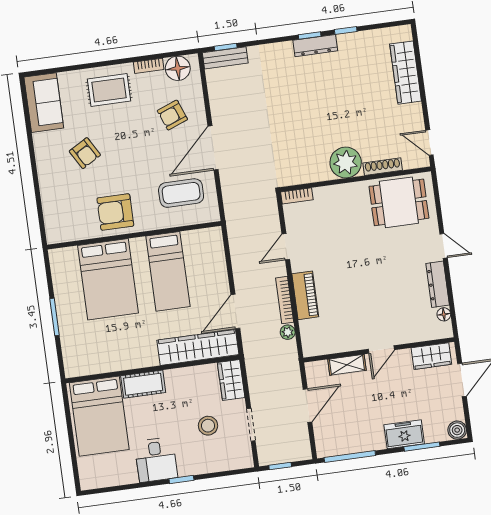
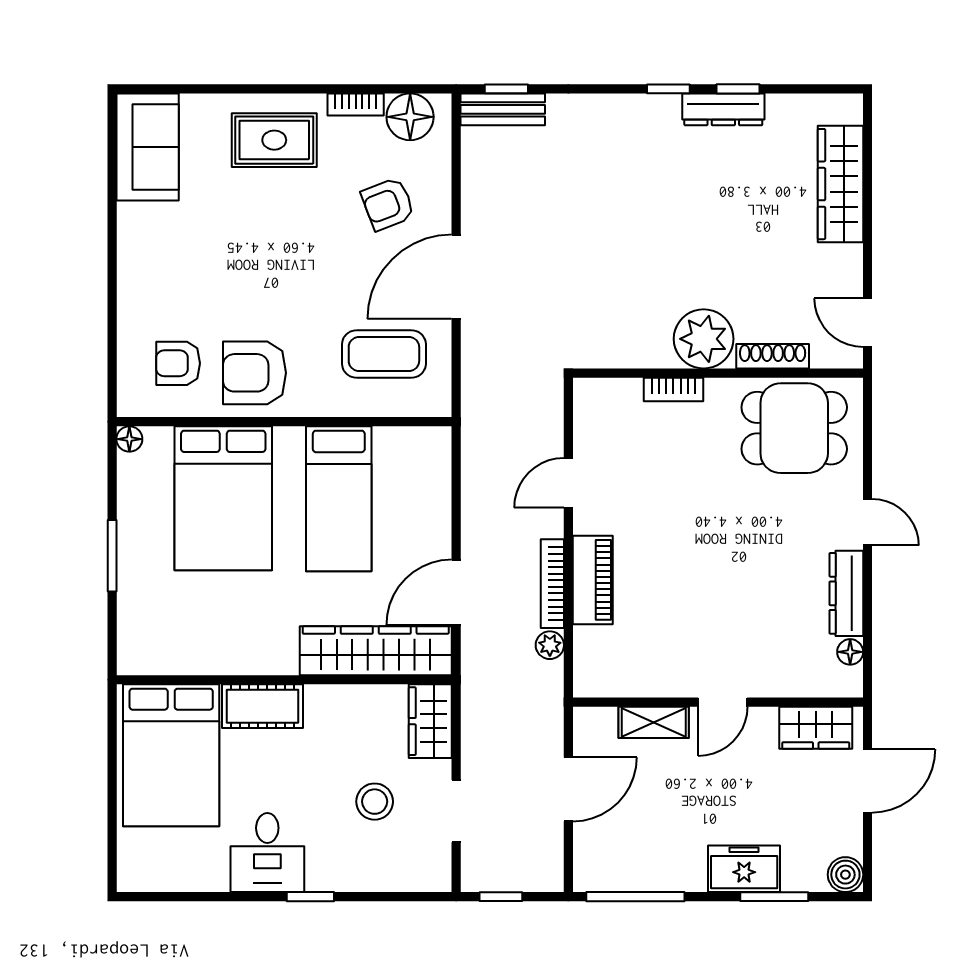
dresser: (315, 46) -> (723, 109), moved
armchair: (85, 153) -> (178, 363), moved, turned 120
bookcase: (297, 196) -> (673, 389), moved
floor lamp: (55, 255) -> (129, 439), added

